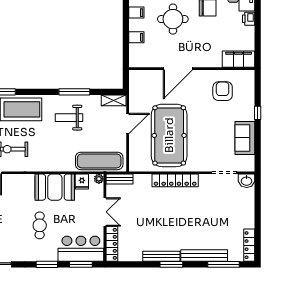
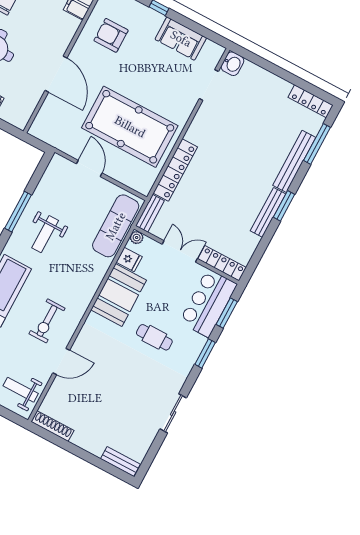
shelving: (114, 100) -> (53, 170), removed
locker: (175, 180) -> (175, 170), moved

